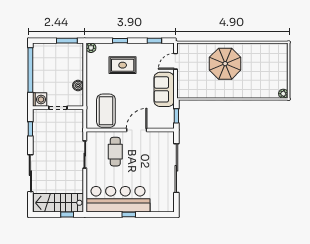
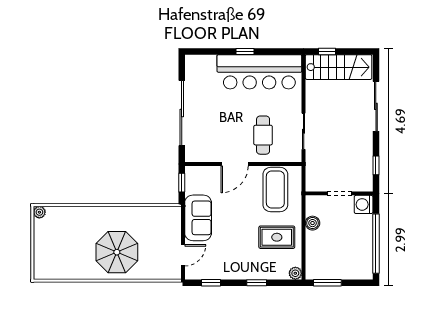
rug: (123, 65) -> (277, 237), moved

